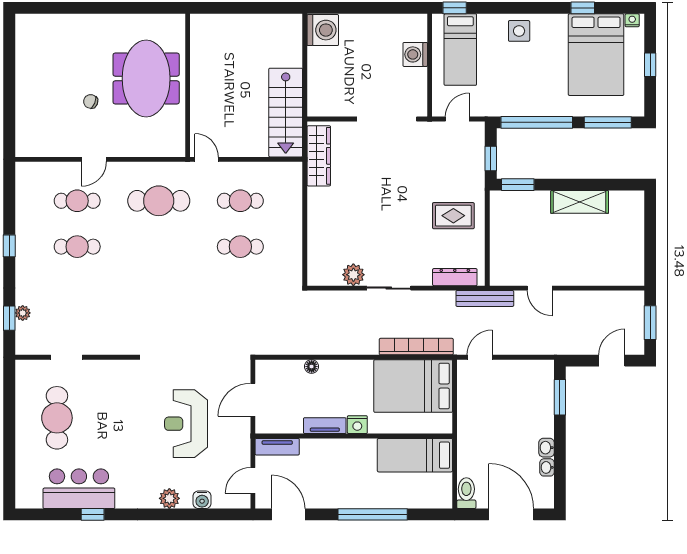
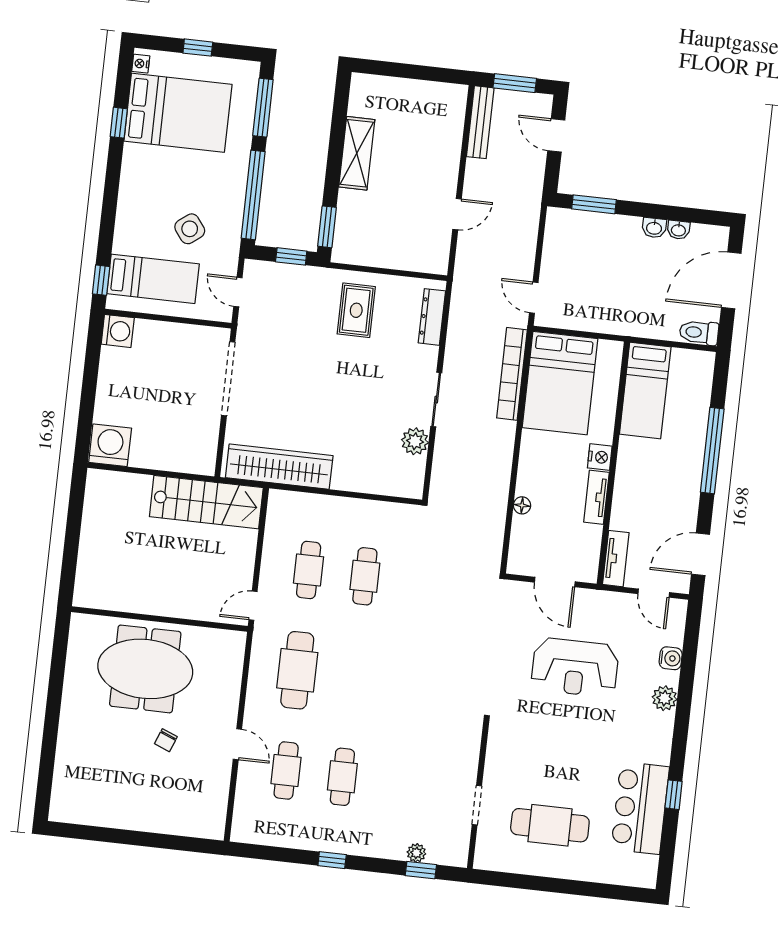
side table: (519, 31) -> (190, 229), moved, turned -37
washing machine: (415, 54) -> (118, 331), moved, turned -90
wardrobe: (319, 156) -> (279, 467), width x1.40, depth x1.17
bench: (485, 298) -> (480, 122), moved

